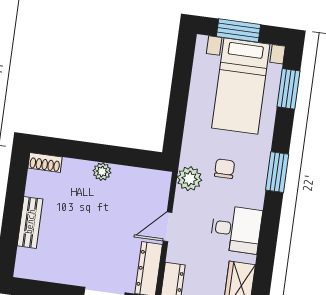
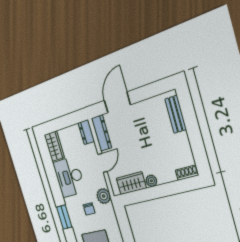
wardrobe: (135, 180) -> (131, 183), added
bench: (30, 222) -> (176, 114), moved
desk: (236, 229) -> (69, 177), width x1.37

